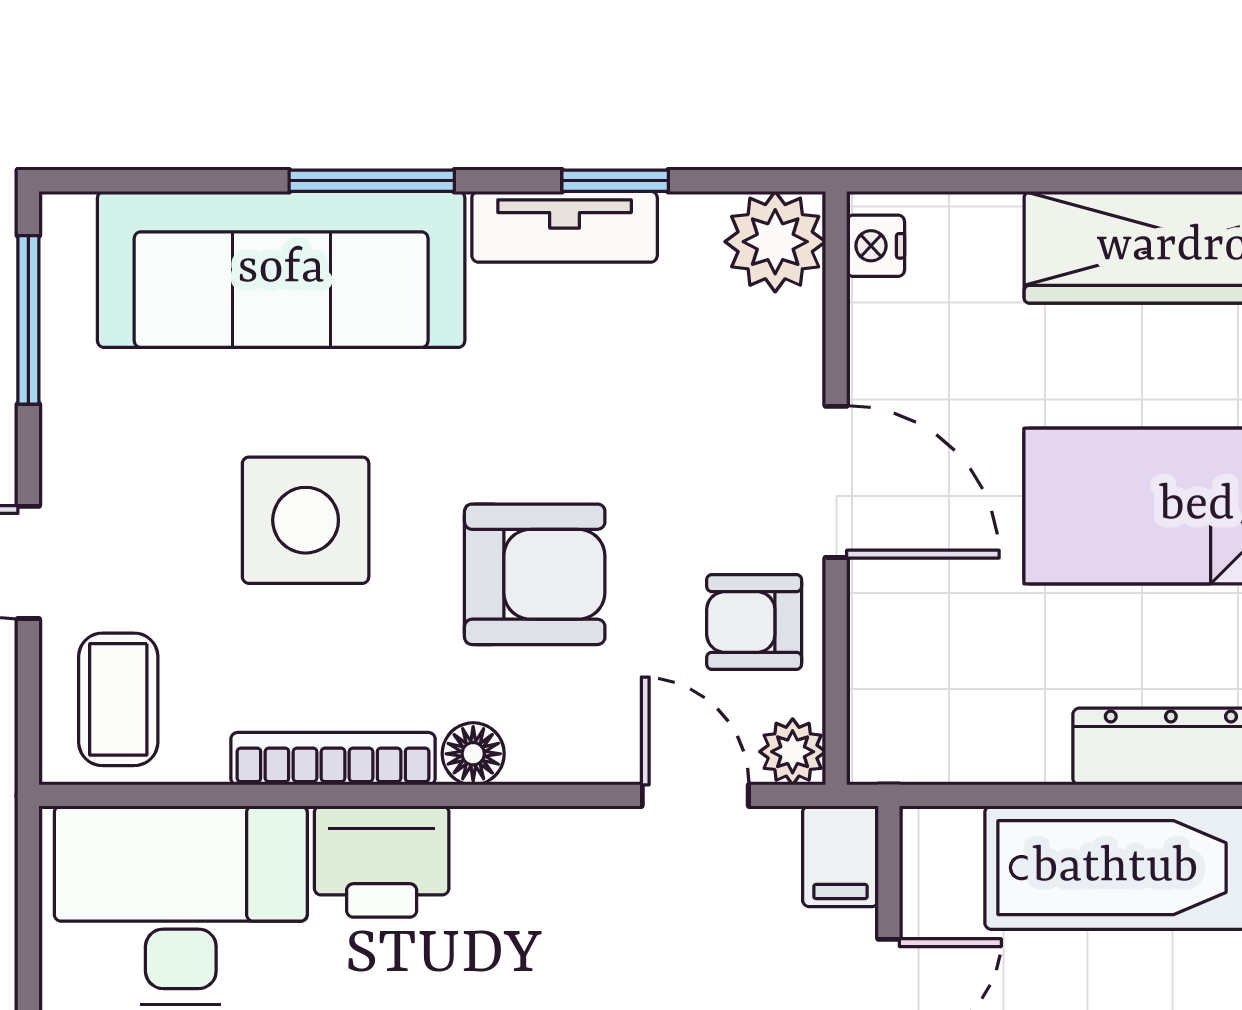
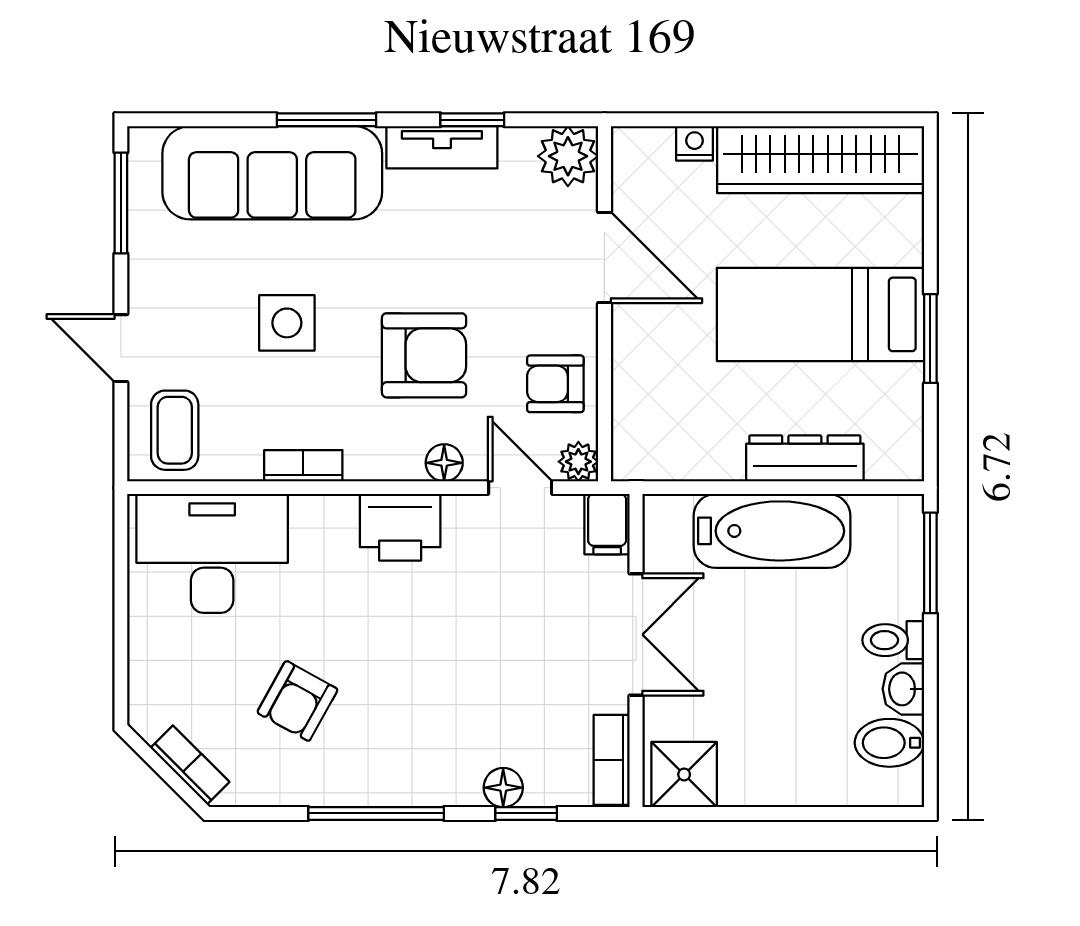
nightstand: (876, 246) -> (694, 143), moved, turned 90
door: (836, 482) -> (604, 257), moved
side table: (306, 520) -> (287, 323), width x0.73, depth x0.73
floor lamp: (473, 754) -> (444, 463), moved
bookcase: (333, 759) -> (303, 466), width x0.64
printer: (382, 861) -> (400, 527), moved

